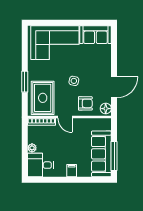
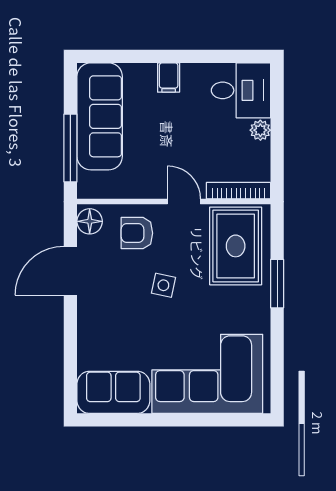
window: (114, 156) -> (70, 148), moved

